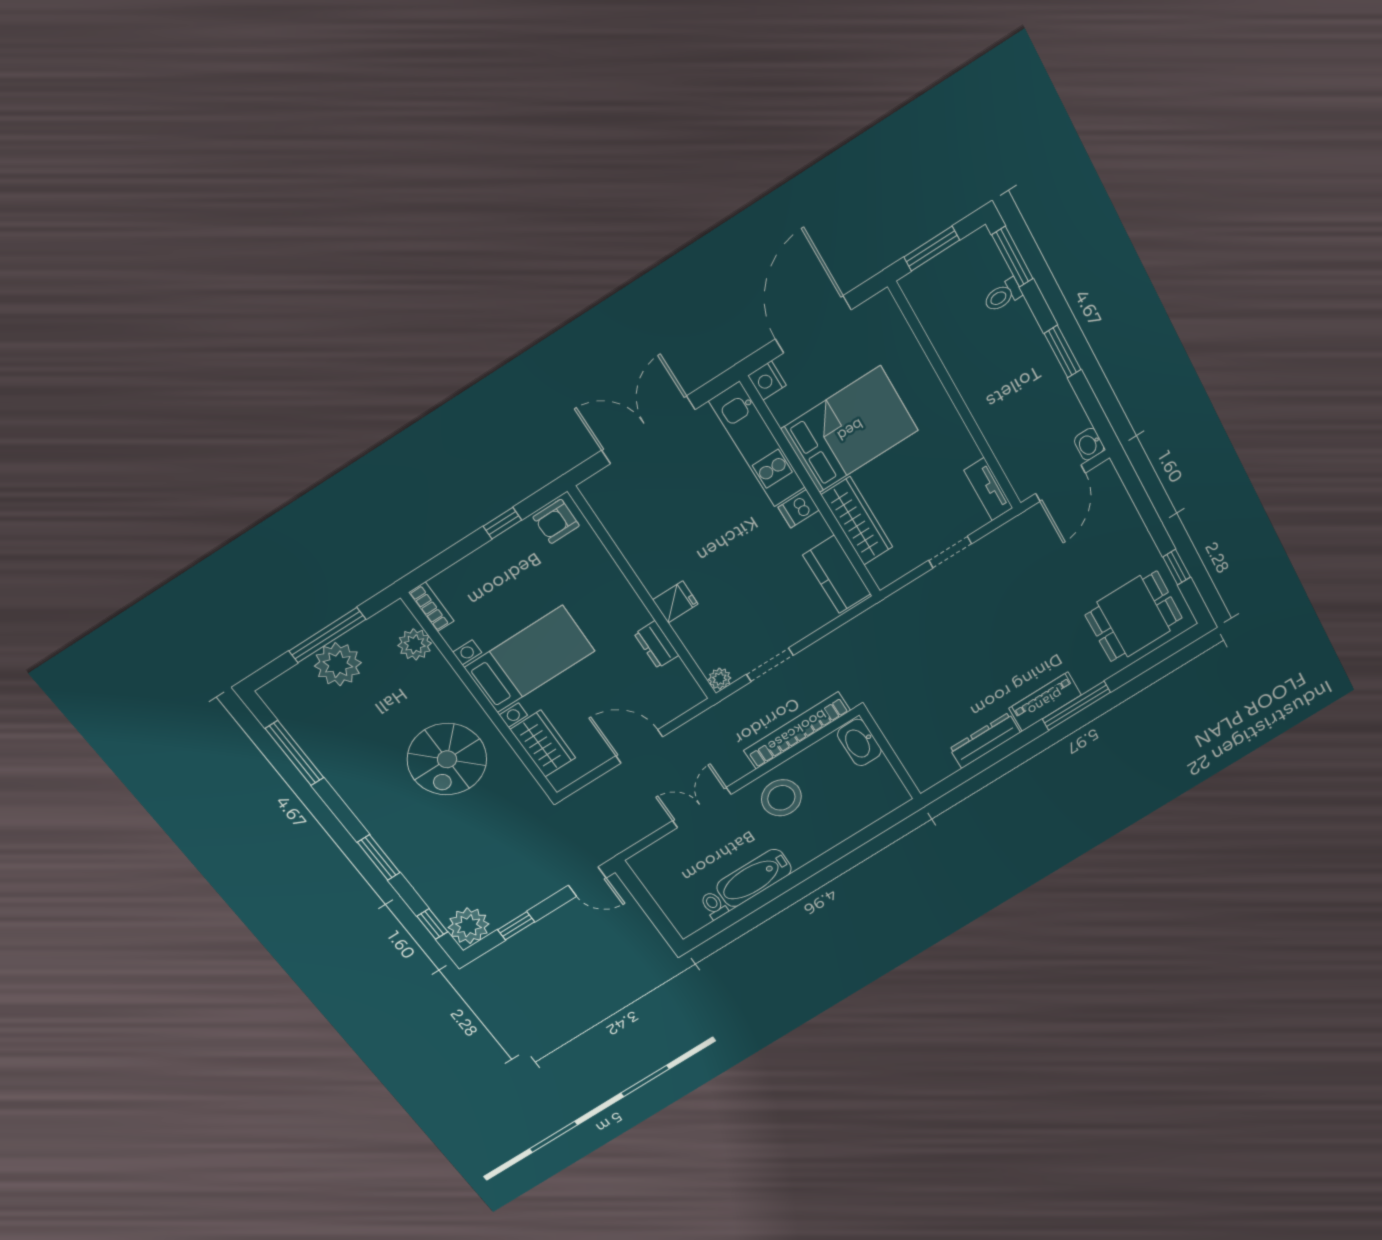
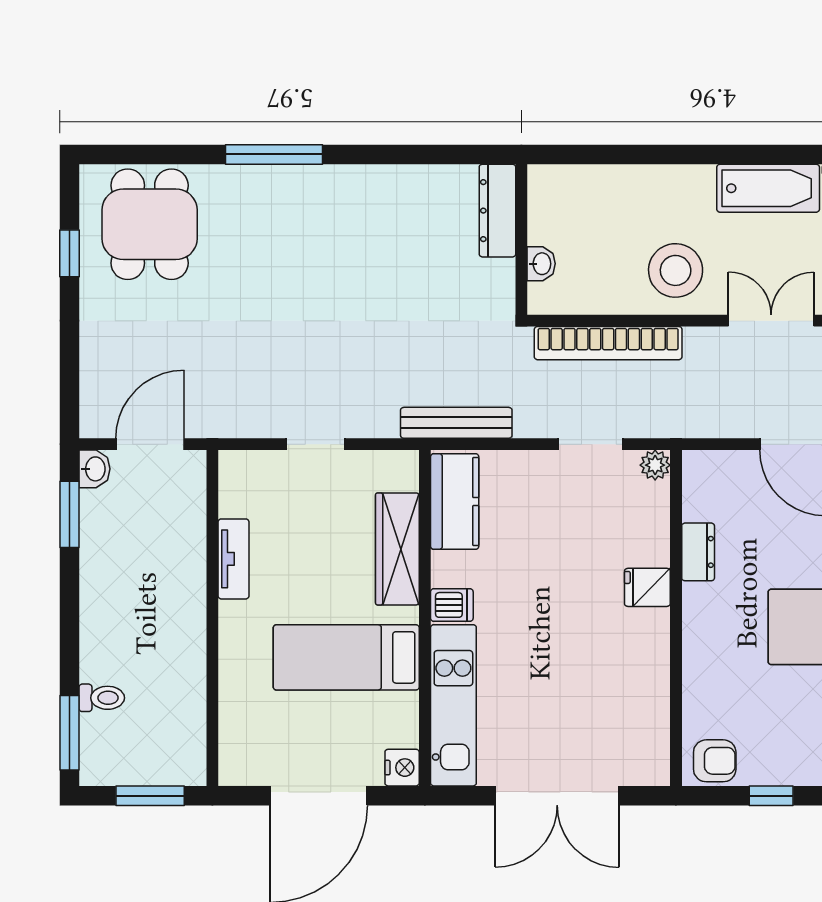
window: (1063, 352) -> (69, 514), moved
bed: (850, 430) -> (346, 657), width x0.67
tv unit: (988, 489) -> (234, 559), moved
dining table: (1134, 616) -> (150, 224), turned 90
bench: (865, 623) -> (456, 423), added
piano: (1045, 702) -> (308, 185), removed
dresser: (985, 741) -> (497, 211), moved, turned 90
washbasin: (859, 743) -> (541, 264), width x0.52, depth x0.69
double door: (702, 808) -> (771, 321), swing flipped

